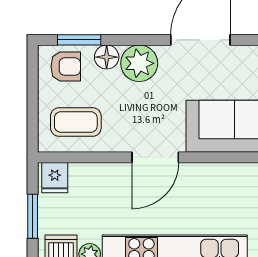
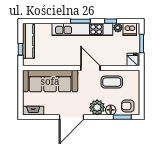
coffee table: (76, 122) -> (112, 82), moved
door: (155, 157) -> (90, 68), hinge flipped

